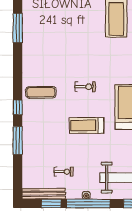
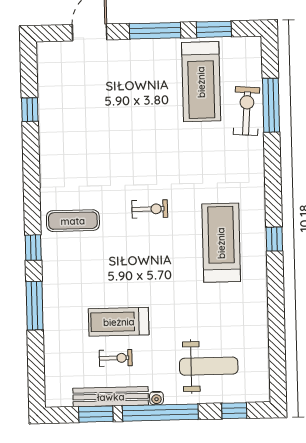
window: (18, 28) -> (30, 110), width x0.46
treadmill: (87, 126) -> (119, 322), moved
bench: (44, 194) -> (111, 397), moved

